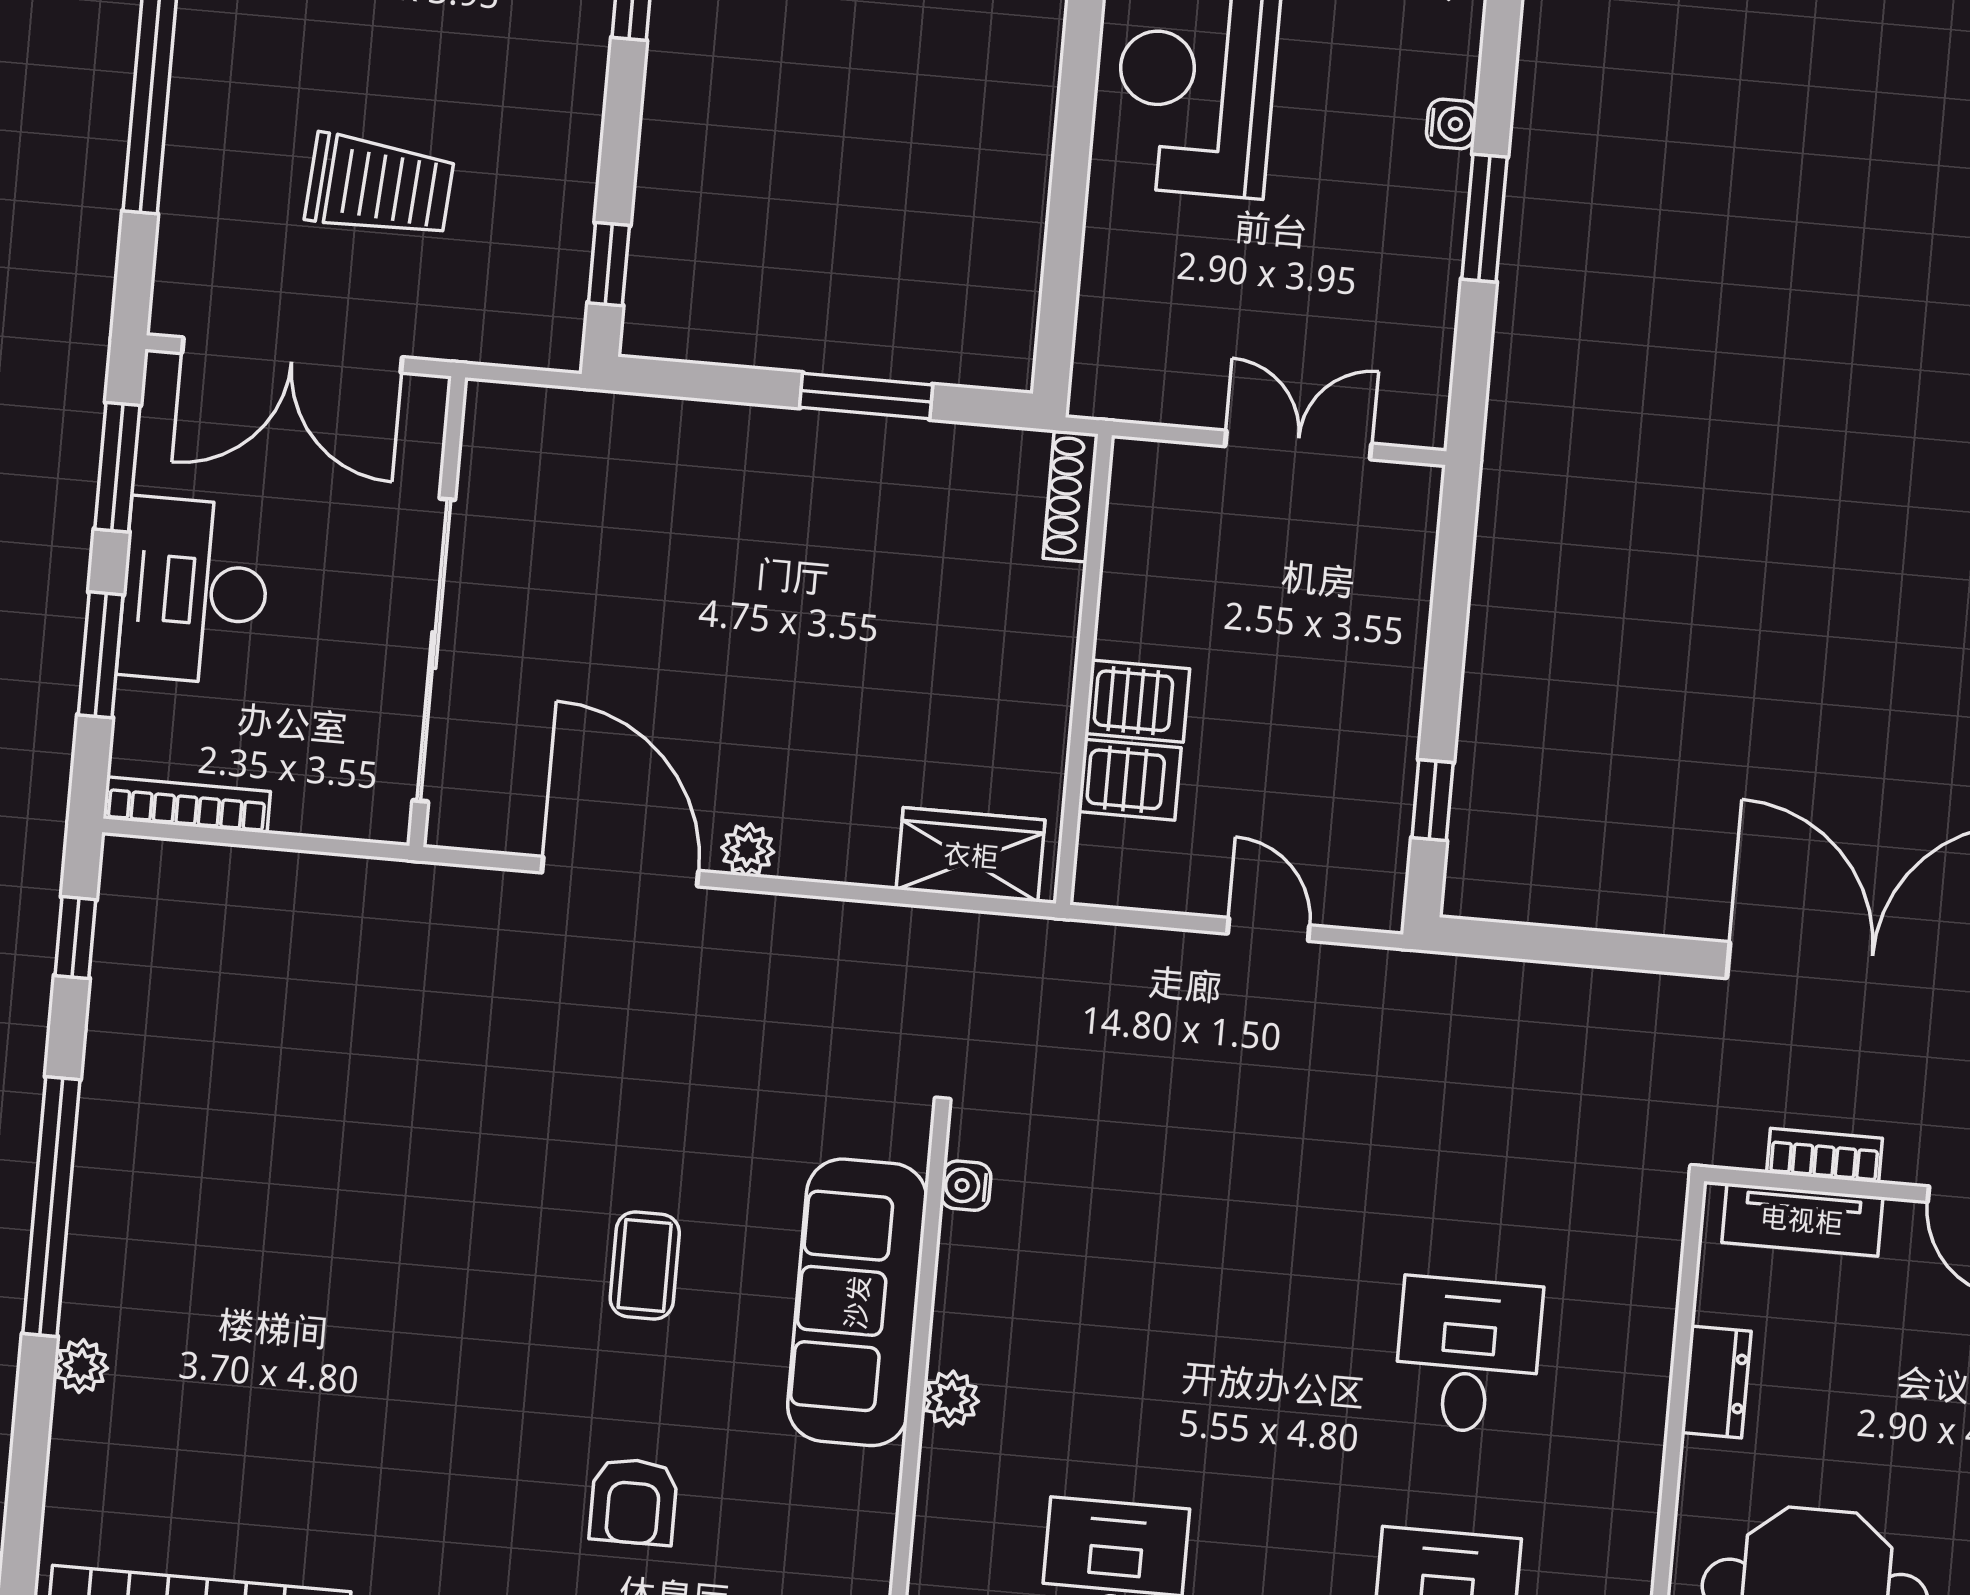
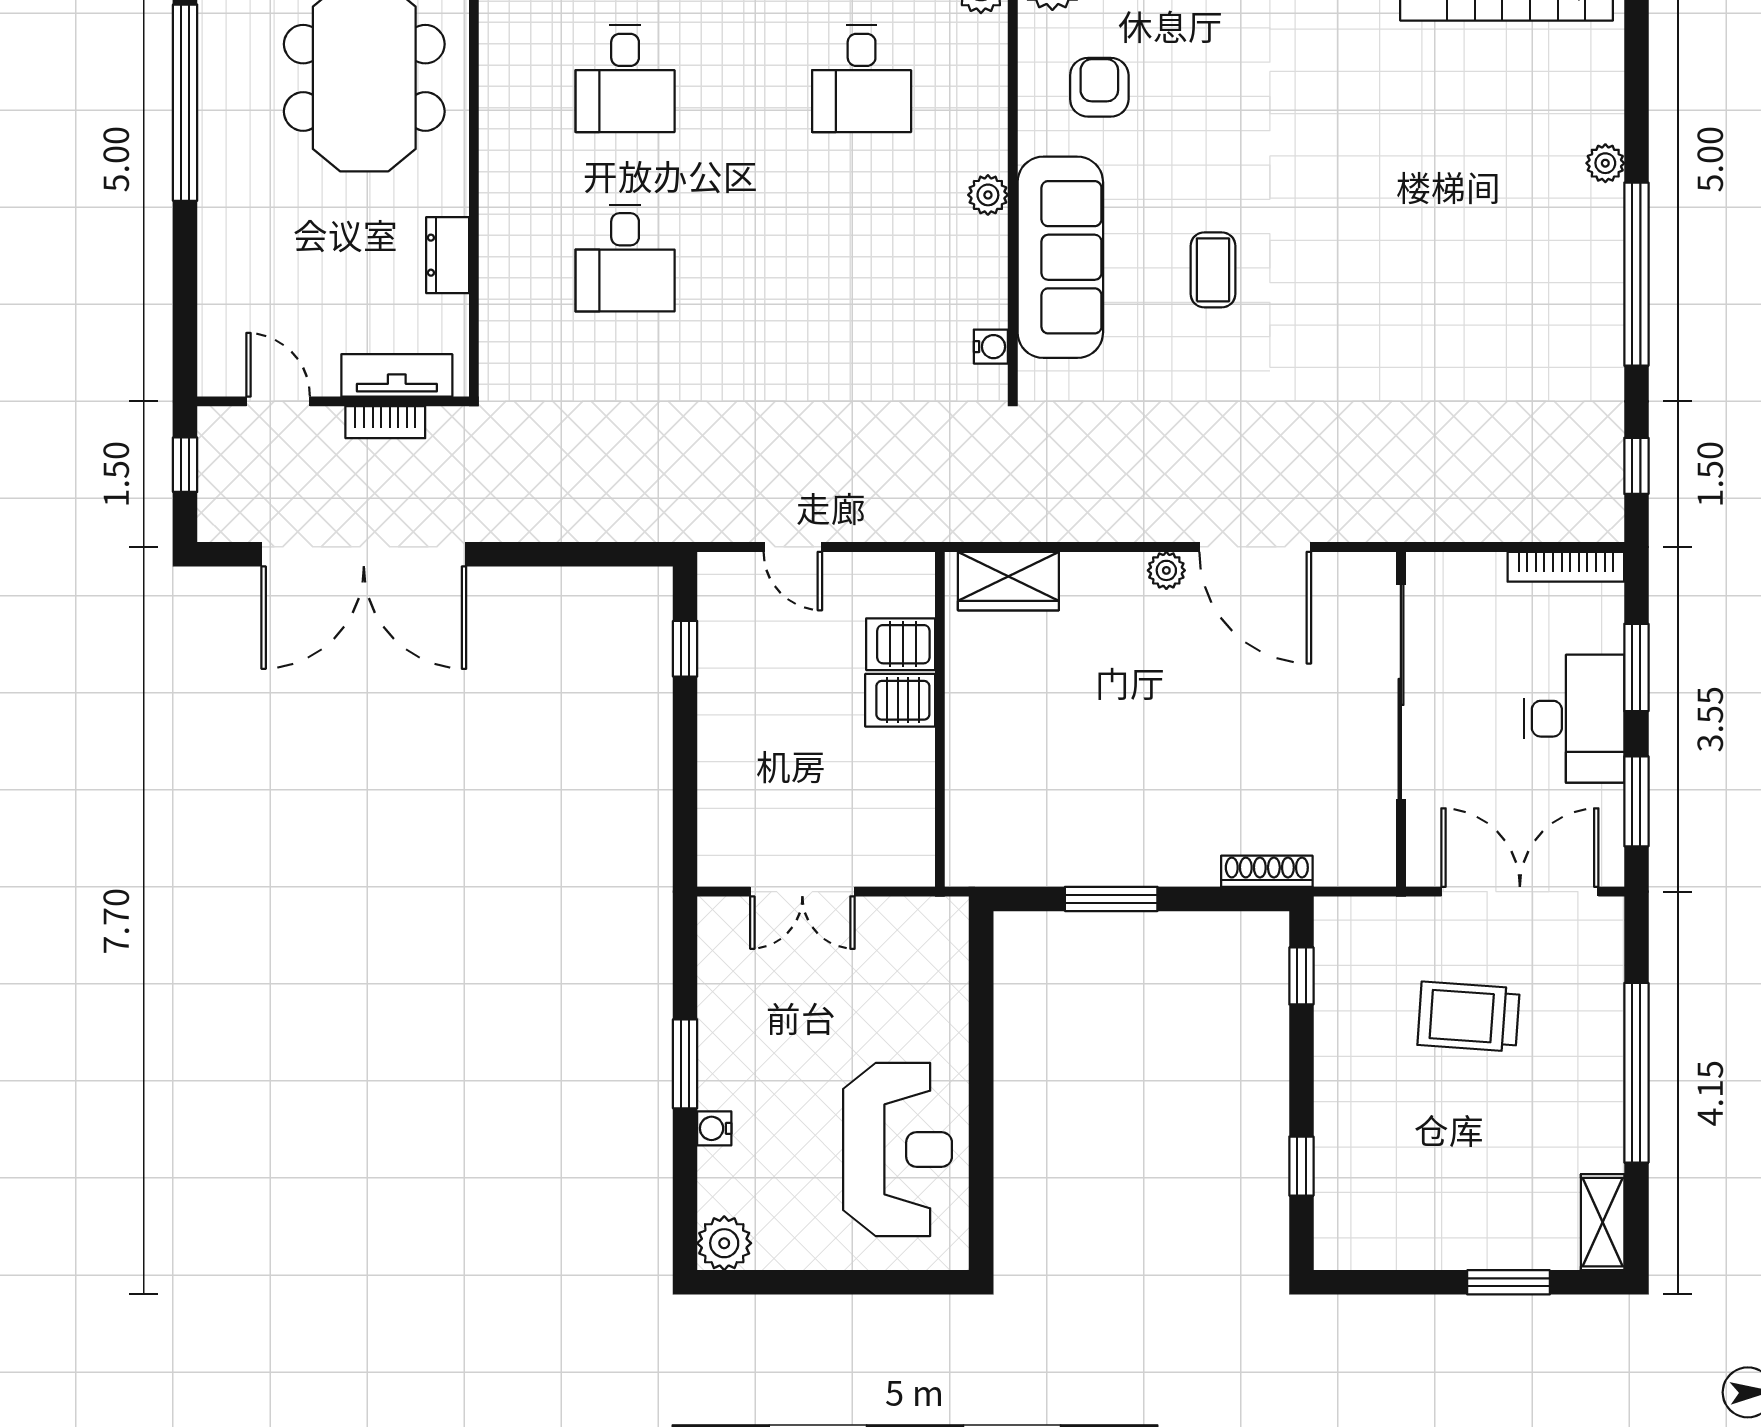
shoe rack: (1071, 496) -> (1267, 871), moved, turned -90
armchair: (633, 1501) -> (1099, 87), moved

